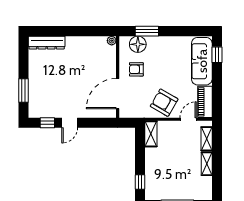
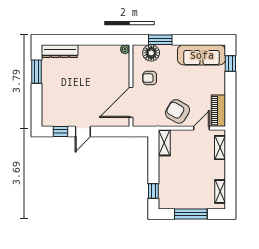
sofa: (202, 61) -> (202, 55), moved, turned -90
window: (23, 90) -> (36, 72), moved
shelving: (207, 164) -> (220, 191), moved

